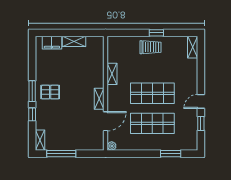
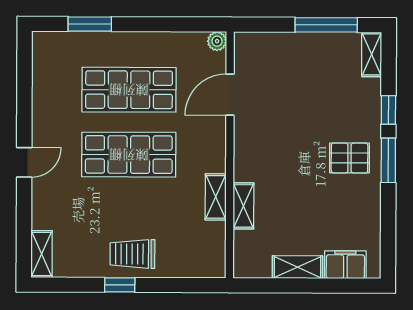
shelving: (99, 99) -> (243, 206), moved
door: (201, 101) -> (24, 162), moved
window: (201, 124) -> (24, 89), removed

